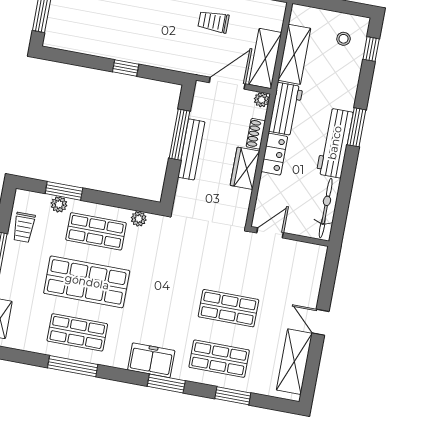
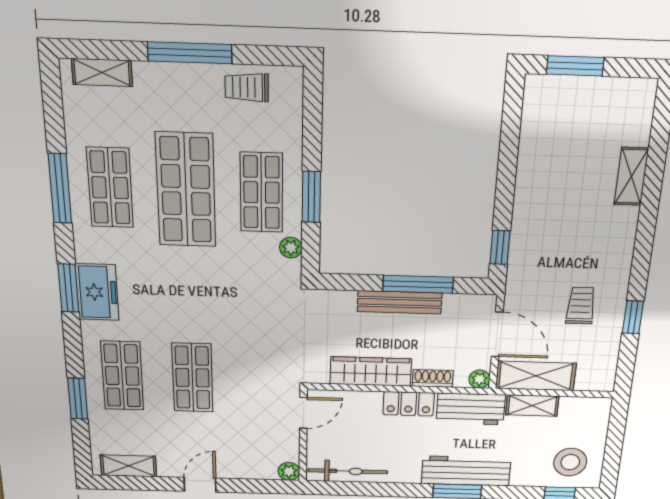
stool: (344, 39) -> (570, 462), width x1.89, depth x1.89
shelving: (294, 54) -> (532, 406), width x0.67, depth x0.75
window: (126, 68) -> (500, 248), moved
workbench: (335, 143) -> (466, 471), moved
wardrobe: (245, 168) -> (371, 371), width x1.50
window: (64, 191) -> (311, 197), moved
plant: (59, 204) -> (289, 471), moved
door: (270, 233) -> (303, 413), hinge flipped
shelving: (294, 362) -> (129, 466), width x0.67, depth x0.75
window: (166, 383) -> (68, 288), moved

